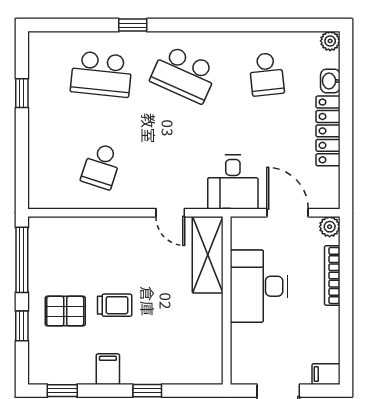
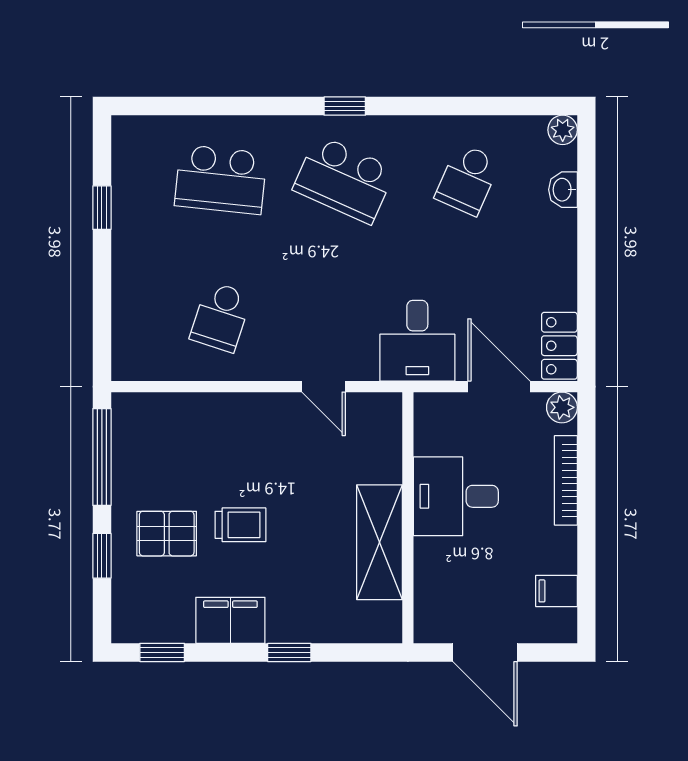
window: (133, 25) -> (345, 106), moved
school desk: (267, 74) -> (468, 179), turned 30
locker: (328, 131) -> (559, 346), moved, width x0.66
shelving: (208, 255) -> (379, 542), moved
desk: (259, 286) -> (456, 496), width x0.73
filing cabinet: (108, 369) -> (230, 620), width x2.00
filing cabinet: (326, 374) -> (556, 591), moved

